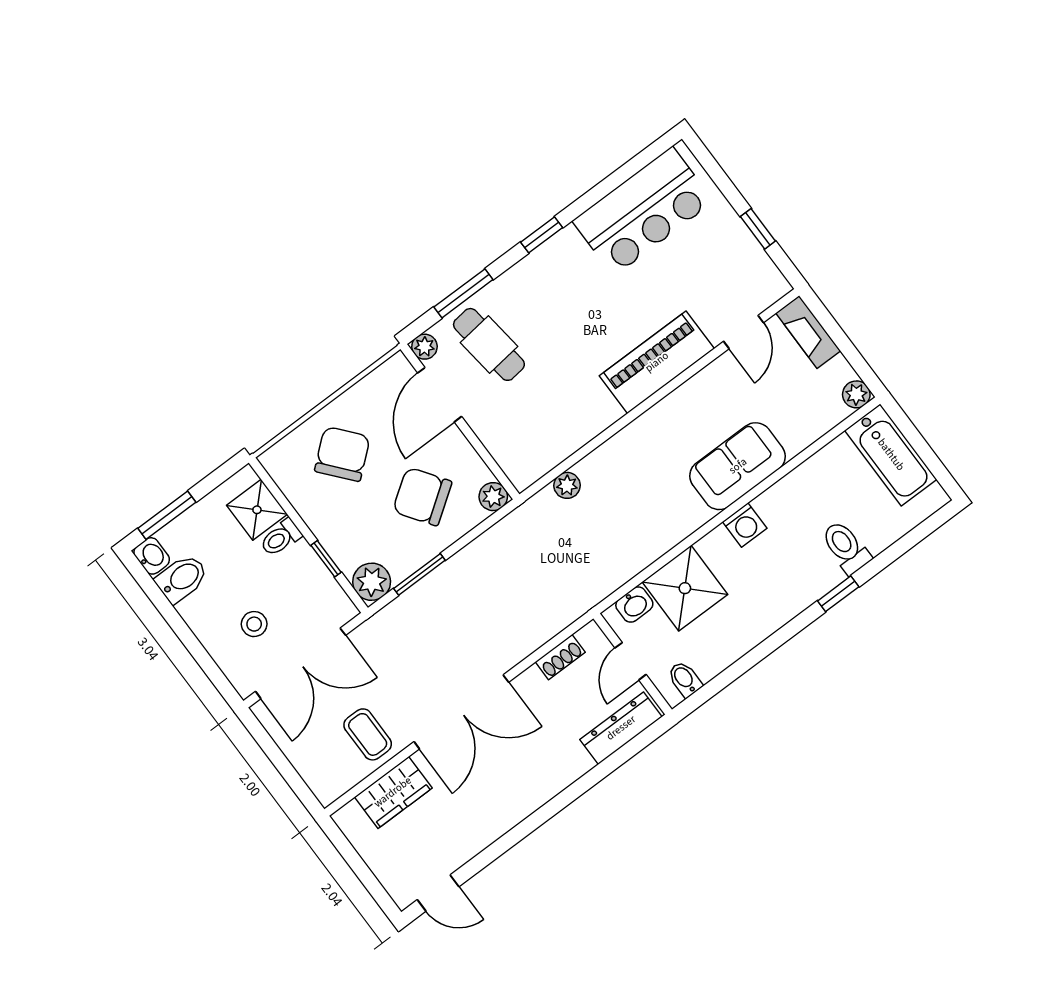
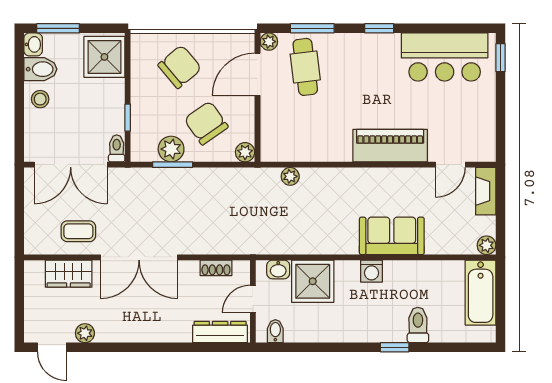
window: (758, 229) -> (500, 58), moved
shower: (257, 510) -> (104, 57), width x1.36, depth x1.36
toilet: (281, 538) -> (117, 148), moved, turned 90
plant: (372, 582) -> (171, 149), moved
stool: (254, 624) -> (40, 99), moved
coffee table: (368, 734) -> (78, 231), turned 90
plant: (464, 848) -> (85, 333), added

